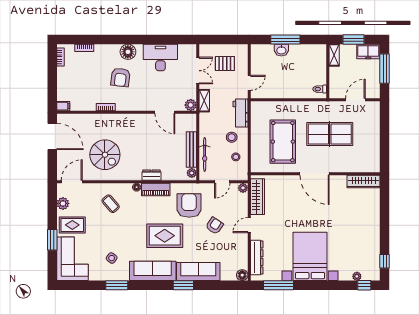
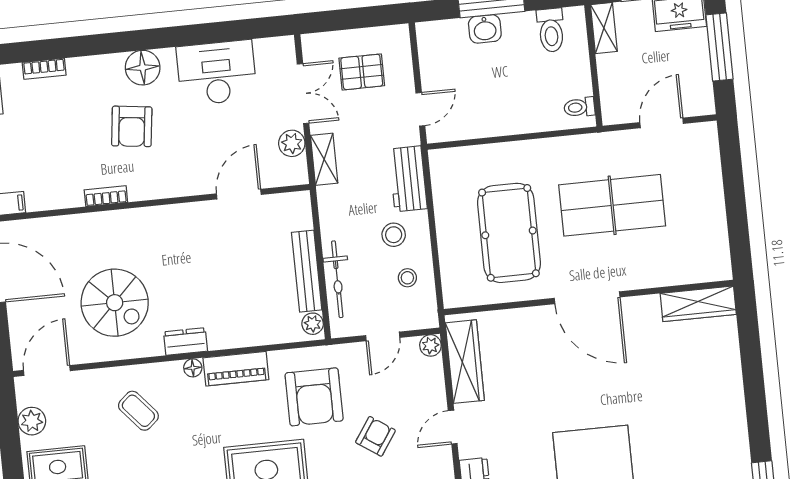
toilet: (311, 54) -> (551, 30), added
plant: (191, 105) -> (292, 143), moved
door: (165, 112) -> (239, 194), swing flipped
dresser: (151, 175) -> (186, 341), moved
armchair: (189, 205) -> (314, 397), turned 180

